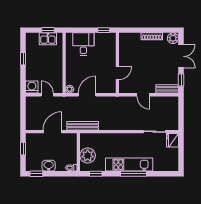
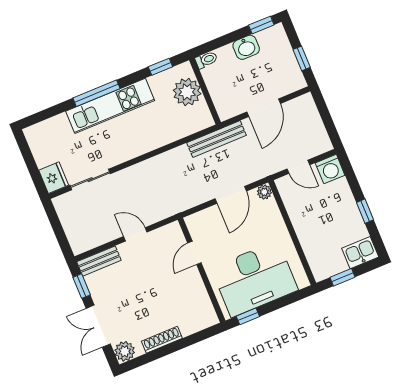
kitchen sink: (48, 39) -> (360, 253), moved
desk: (83, 44) -> (255, 279), width x1.87, depth x1.30

